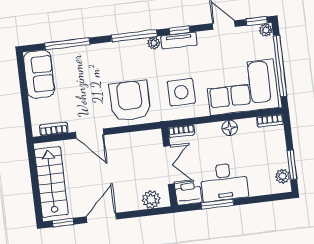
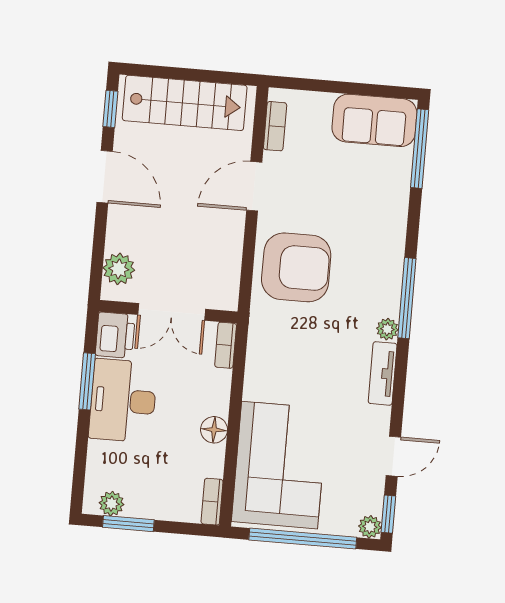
window: (180, 30) -> (400, 378), removed
window: (67, 44) -> (420, 149), moved
side table: (181, 92) -> (293, 359), removed

